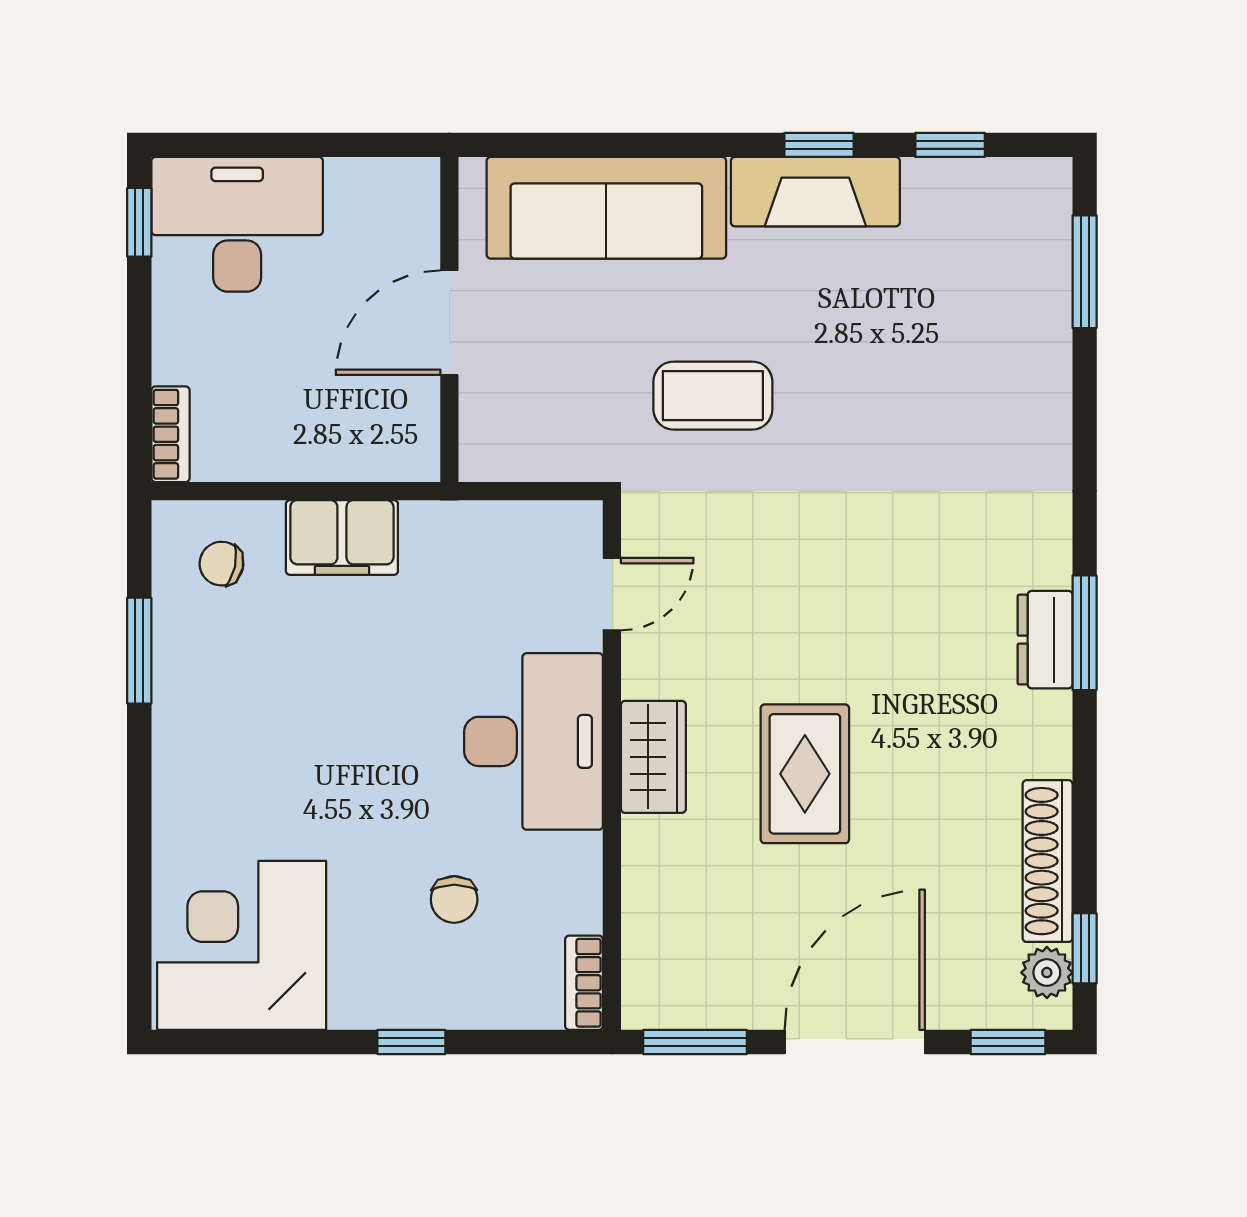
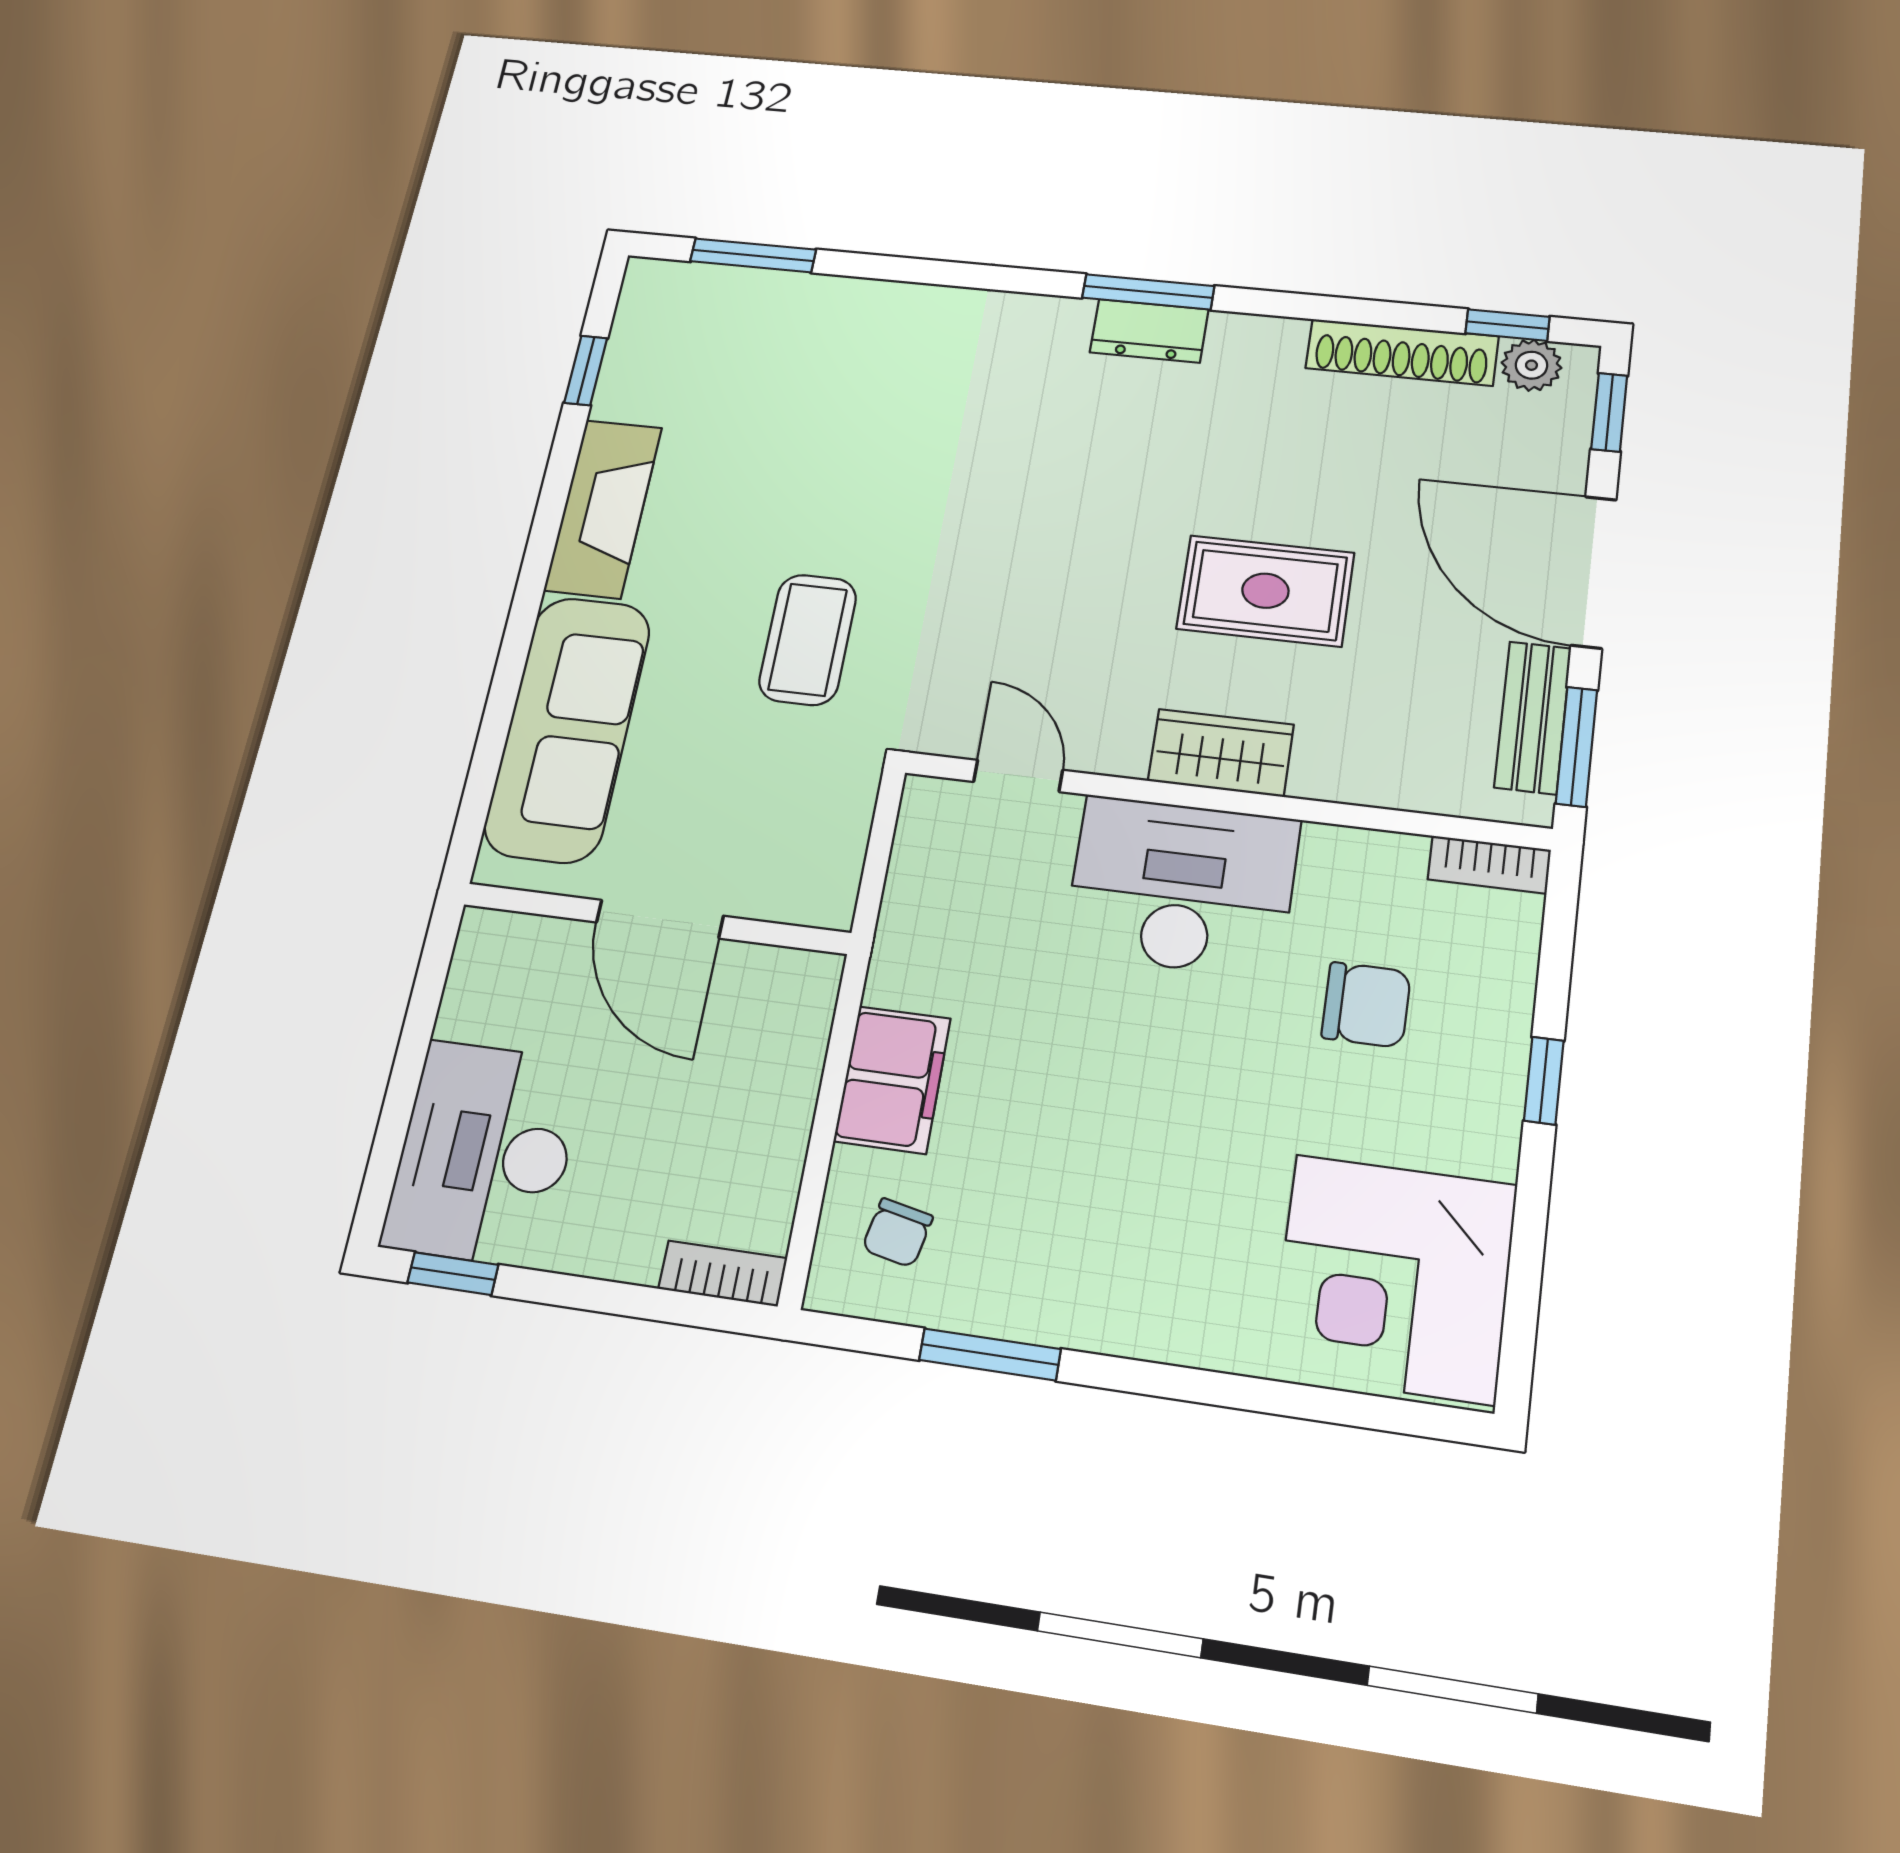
window: (819, 145) -> (553, 499), removed
chair: (454, 899) -> (1366, 1005), width x1.37, depth x1.37
bench: (717, 1005) -> (1533, 717), added

